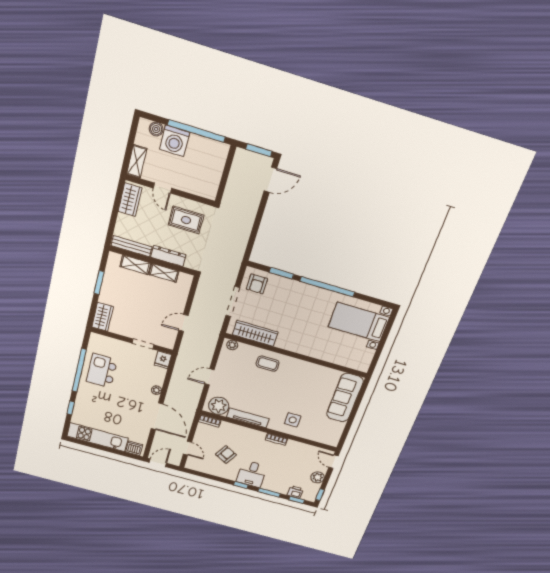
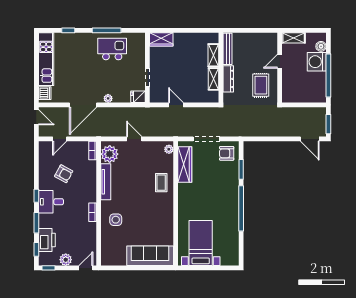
wardrobe: (130, 200) -> (264, 39), removed
window: (99, 283) -> (190, 30), removed
bed with nightstands: (359, 322) -> (201, 243), moved
window: (79, 370) -> (107, 30), width x0.68
printer: (295, 492) -> (47, 240), width x1.87, depth x1.48

